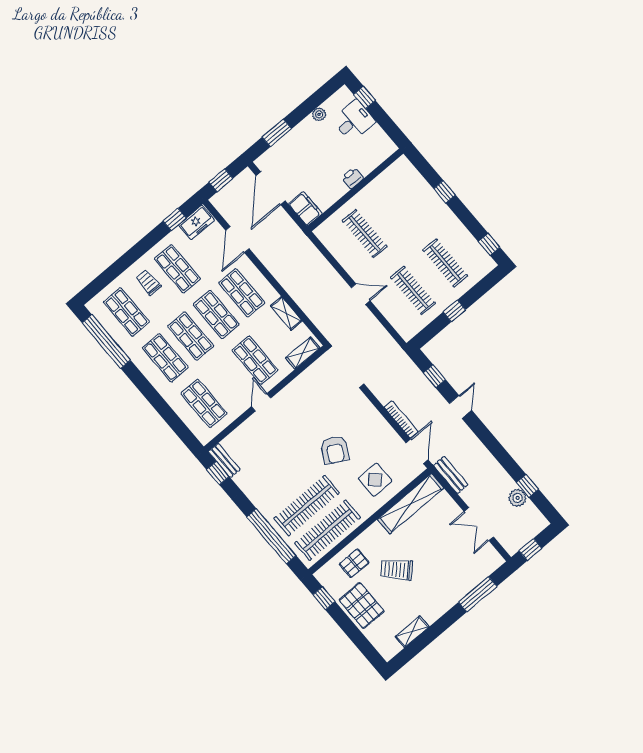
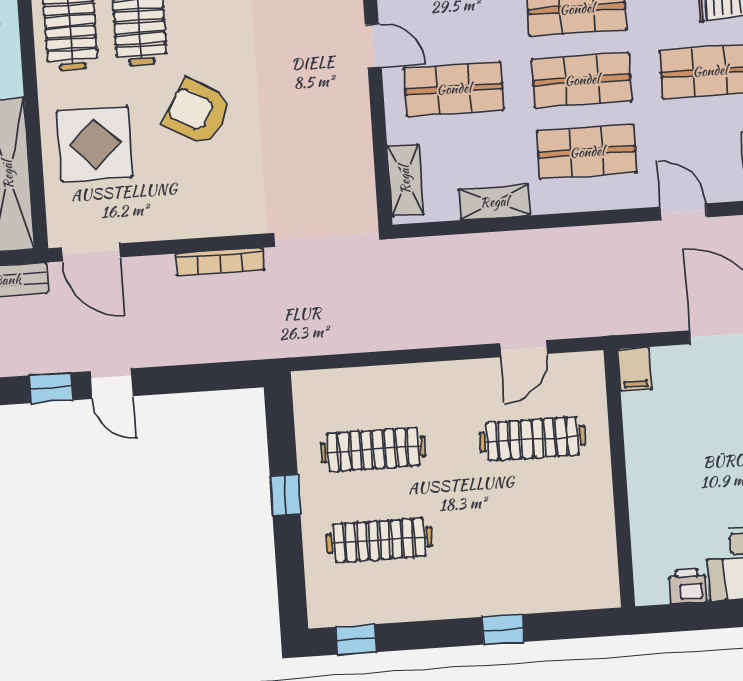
printer: (352, 178) -> (688, 586), moved, turned -90
filing cabinet: (305, 209) -> (635, 369), width x0.50
door: (237, 240) -> (684, 212), width x0.73
door: (361, 294) -> (524, 349), moved
window: (434, 376) -> (51, 388), moved
bookcase: (401, 419) -> (220, 262), moved
display table: (375, 480) -> (95, 144), width x1.36, depth x1.36

